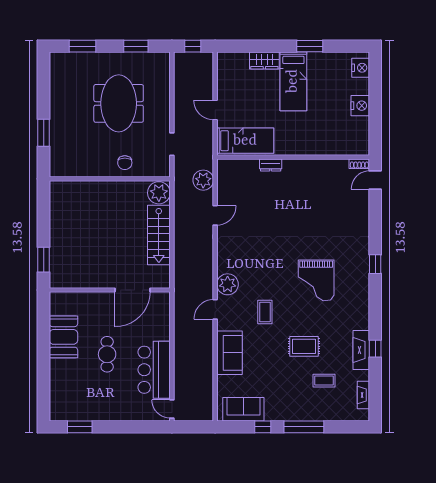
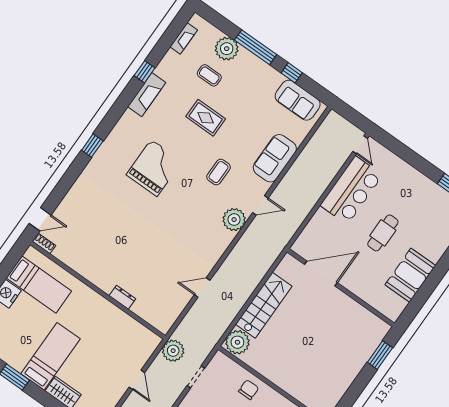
bed: (245, 141) -> (39, 284), moved, turned 180
plant: (203, 180) -> (173, 351), moved
fireplace: (361, 350) -> (147, 95), moved
plant: (325, 410) -> (227, 49), added

